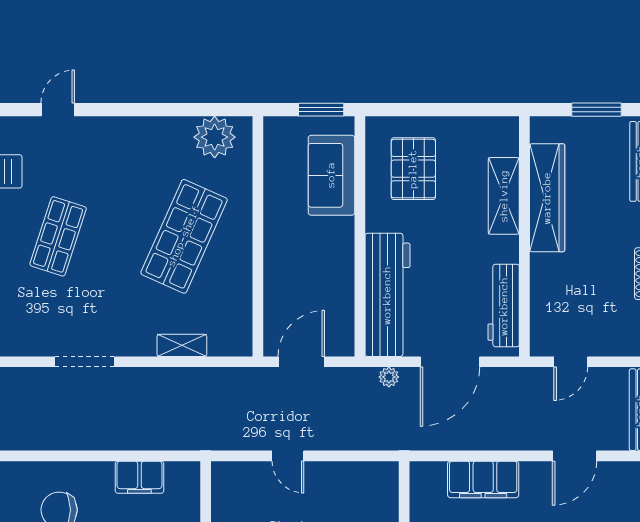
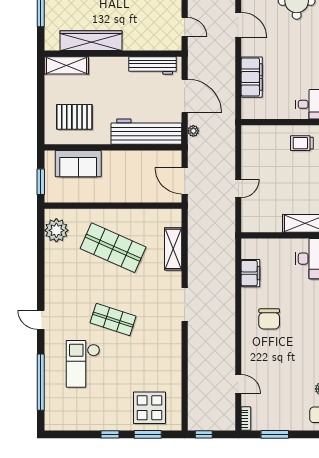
window: (321, 110) -> (41, 182), moved
shelving: (504, 196) -> (66, 65), moved
shelving: (182, 345) -> (173, 249), width x1.50, depth x1.33

